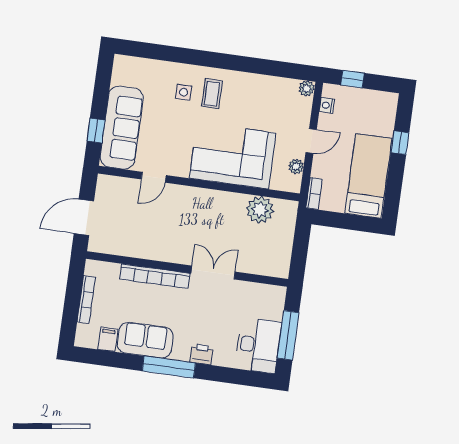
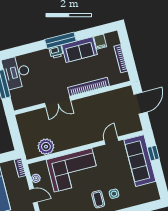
door: (311, 141) -> (33, 196), swing flipped
printer: (202, 354) -> (56, 52), moved

